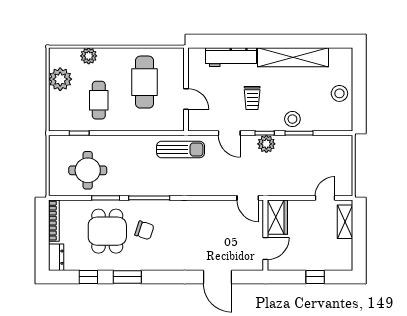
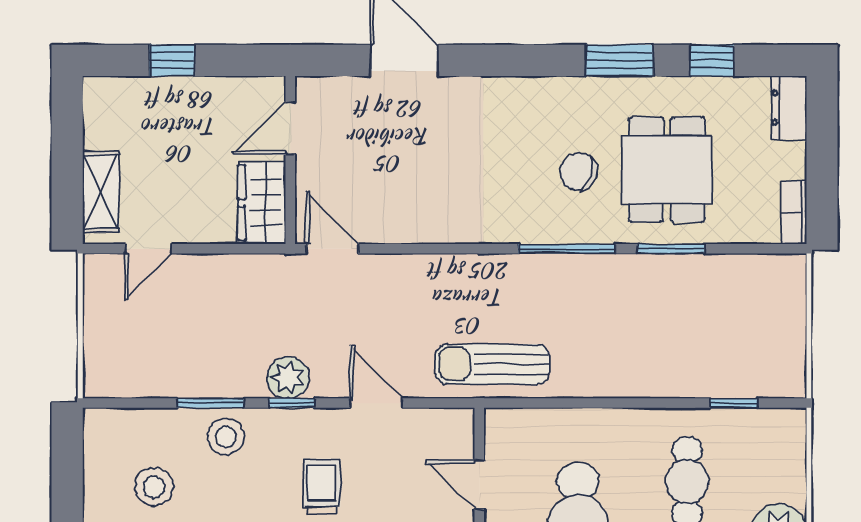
stool: (339, 93) -> (154, 487), moved
round table: (88, 170) -> (713, 315), removed
bookcase: (54, 221) -> (794, 213), width x0.64

